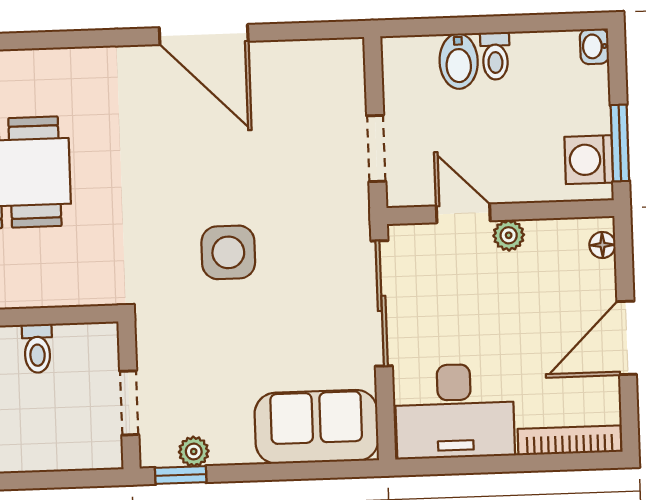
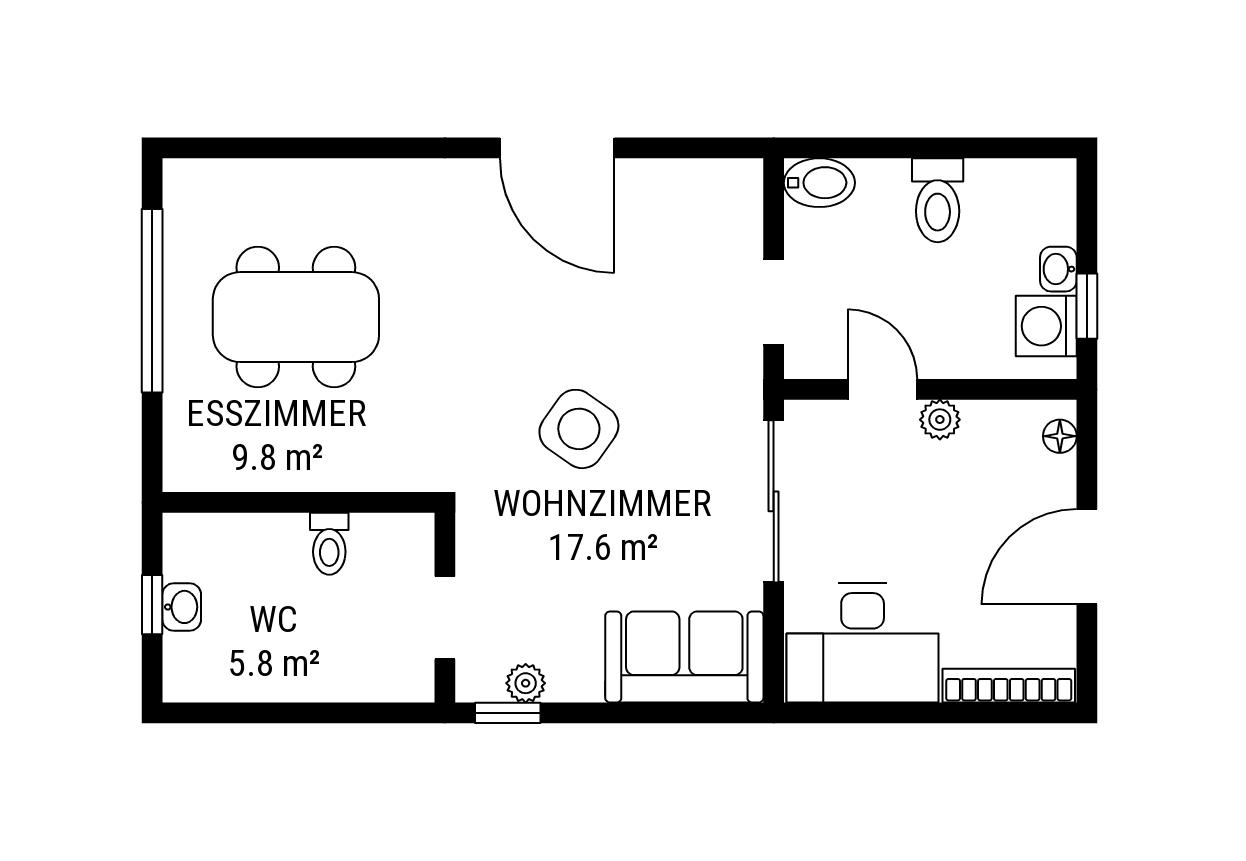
washbasin: (594, 46) -> (1058, 269), moved
toilet: (495, 56) -> (938, 200), width x1.37, depth x1.39
bidet: (459, 61) -> (819, 183), moved, turned -90
window: (620, 143) -> (1087, 306), width x0.67
side table: (228, 252) -> (579, 429), turned 35

